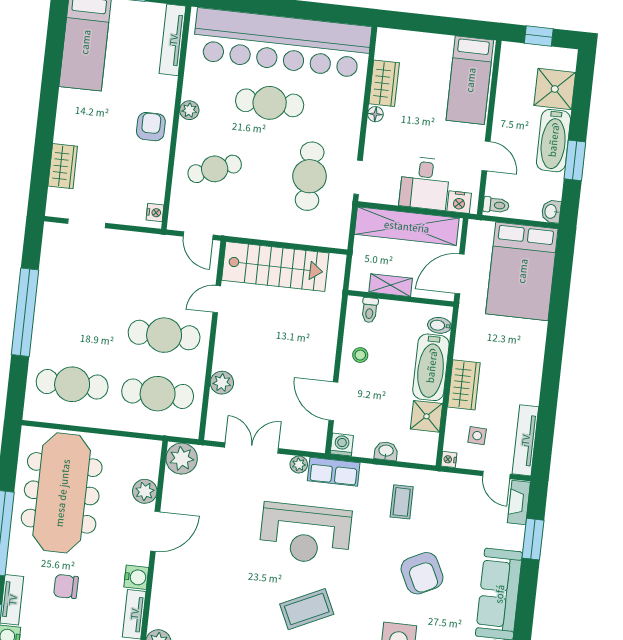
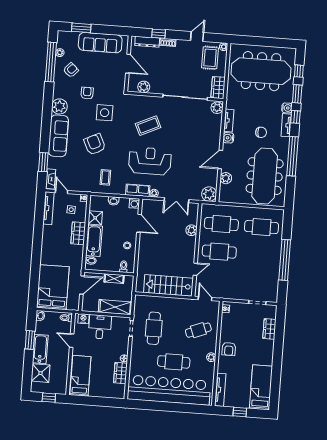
shelving: (407, 226) -> (115, 307), width x0.68

